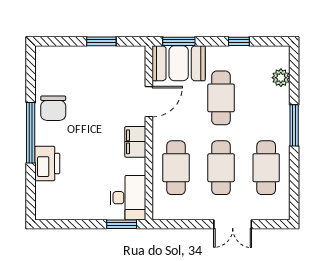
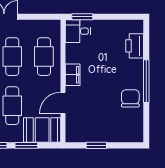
window: (179, 41) -> (26, 145), moved
printer: (47, 163) -> (135, 46), moved
desk: (128, 198) -> (78, 31), width x0.73

